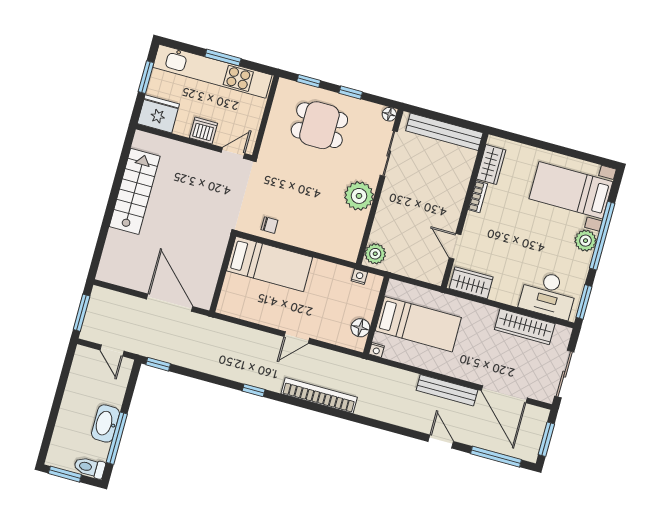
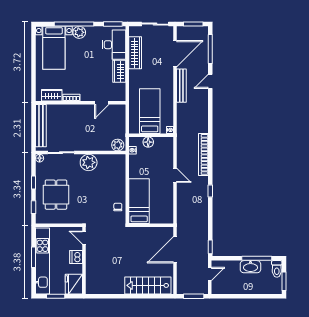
stairs: (135, 191) -> (148, 285), moved
wardrobe: (471, 283) -> (119, 71), moved
floor lamp: (360, 328) -> (148, 142), moved

